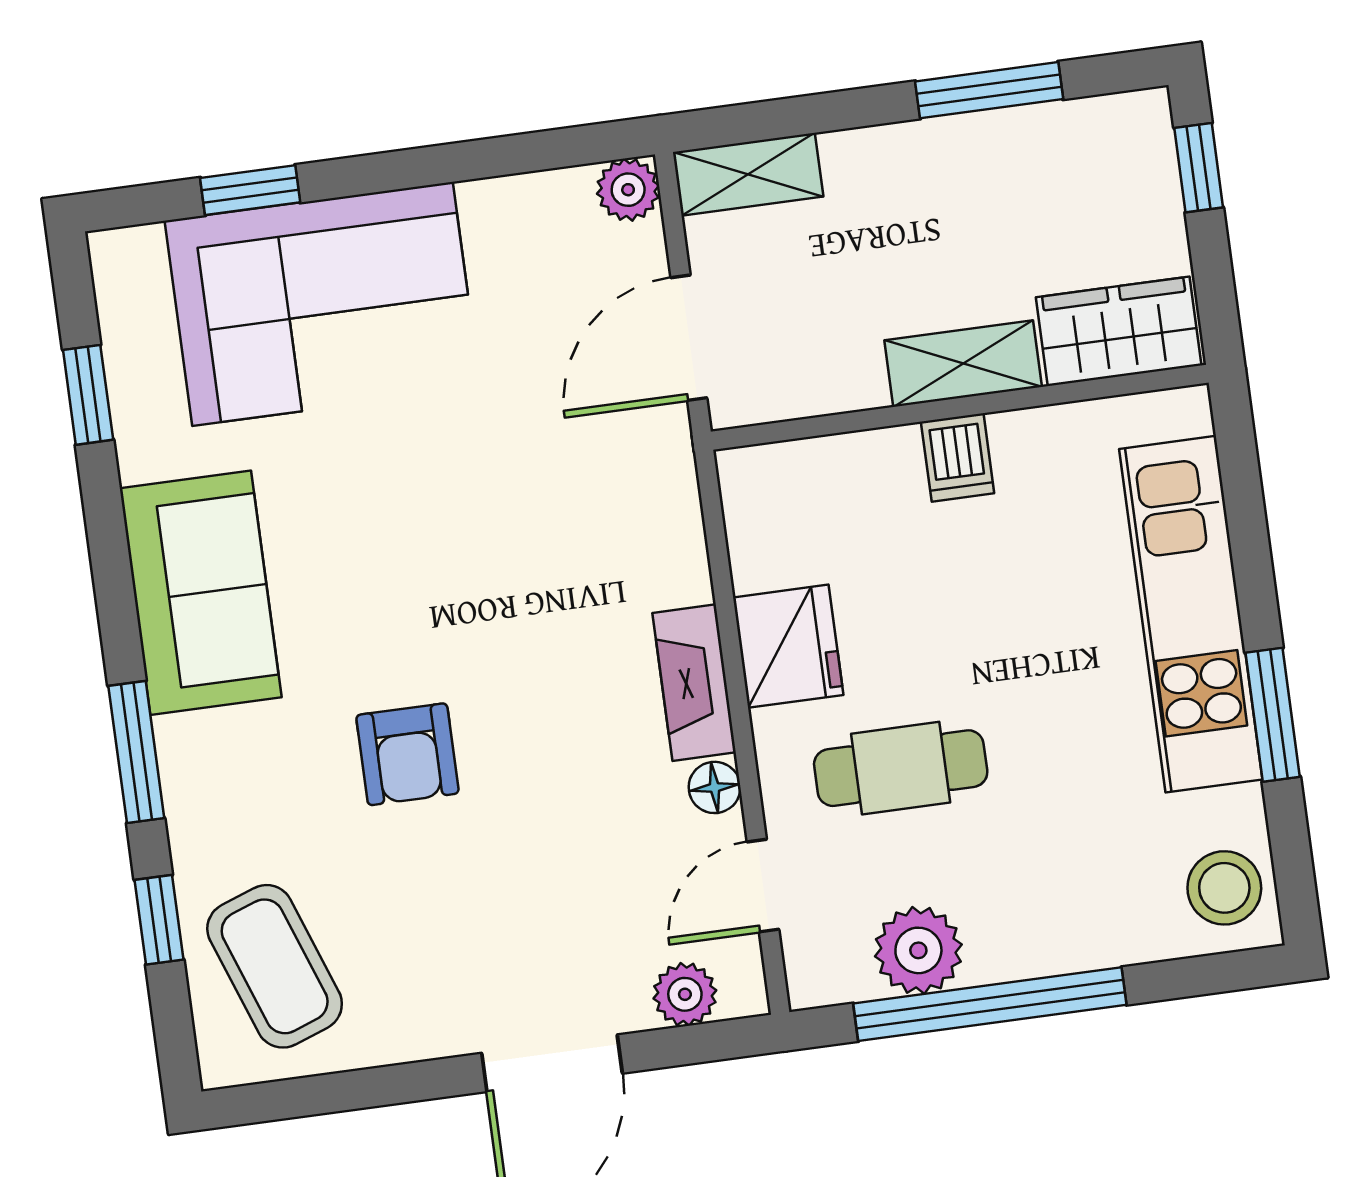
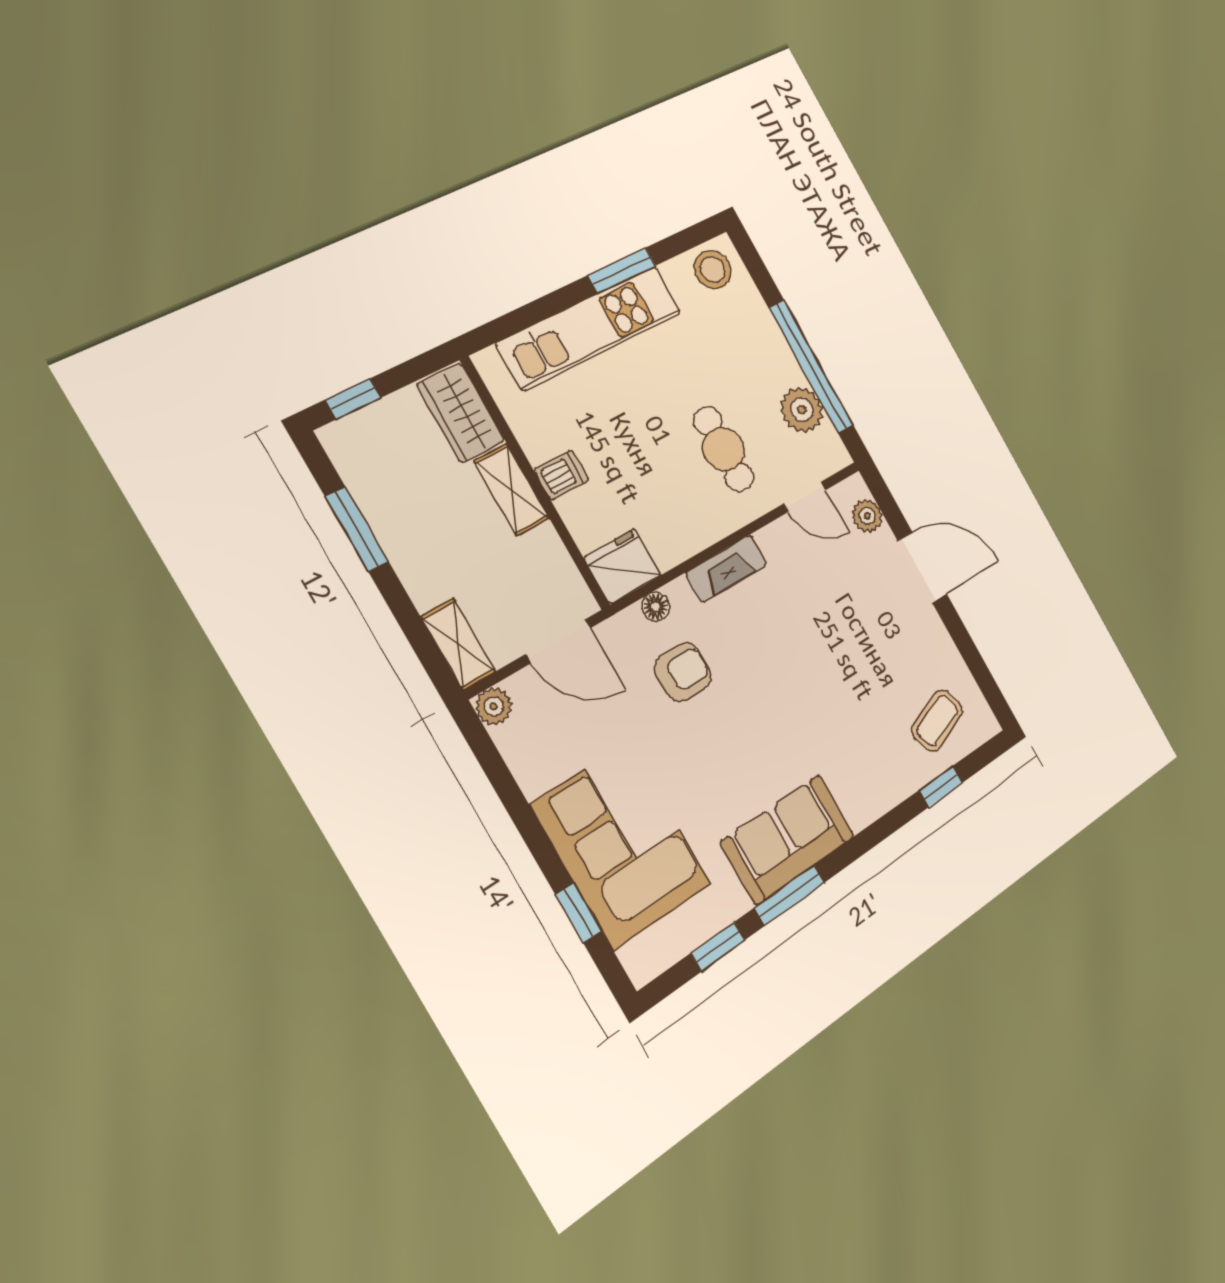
fridge: (788, 646) -> (623, 566), moved
window: (136, 752) -> (790, 895), moved
armchair: (407, 754) -> (683, 672), moved
floor lamp: (715, 787) -> (656, 607), moved
coffee table: (275, 966) -> (937, 720), width x0.73, depth x0.77

